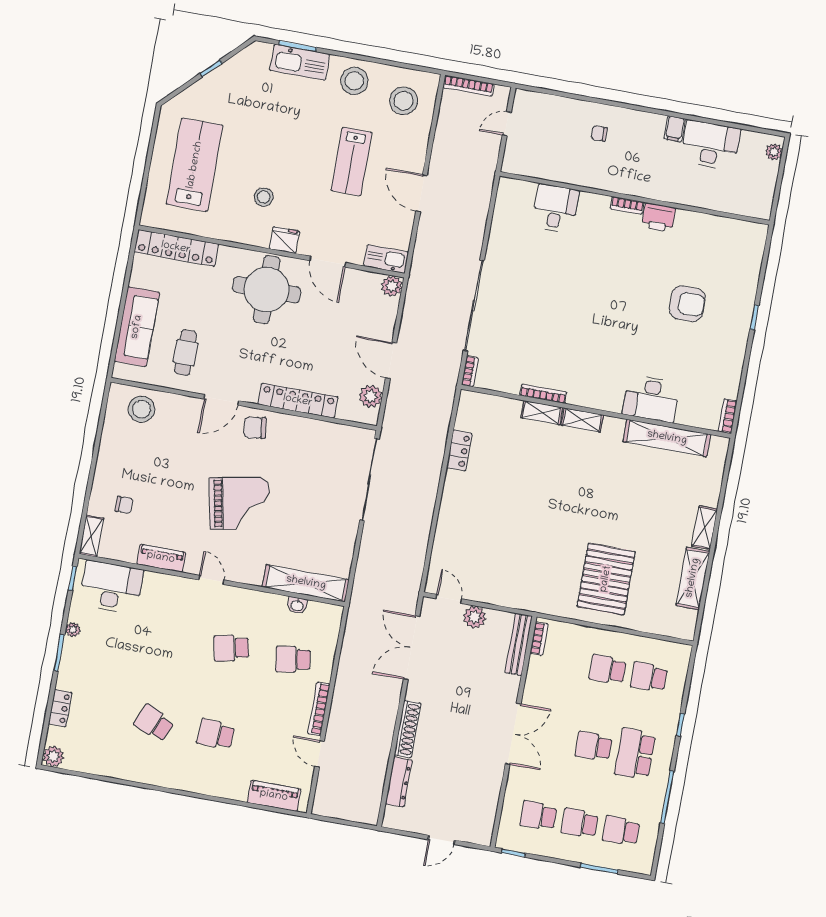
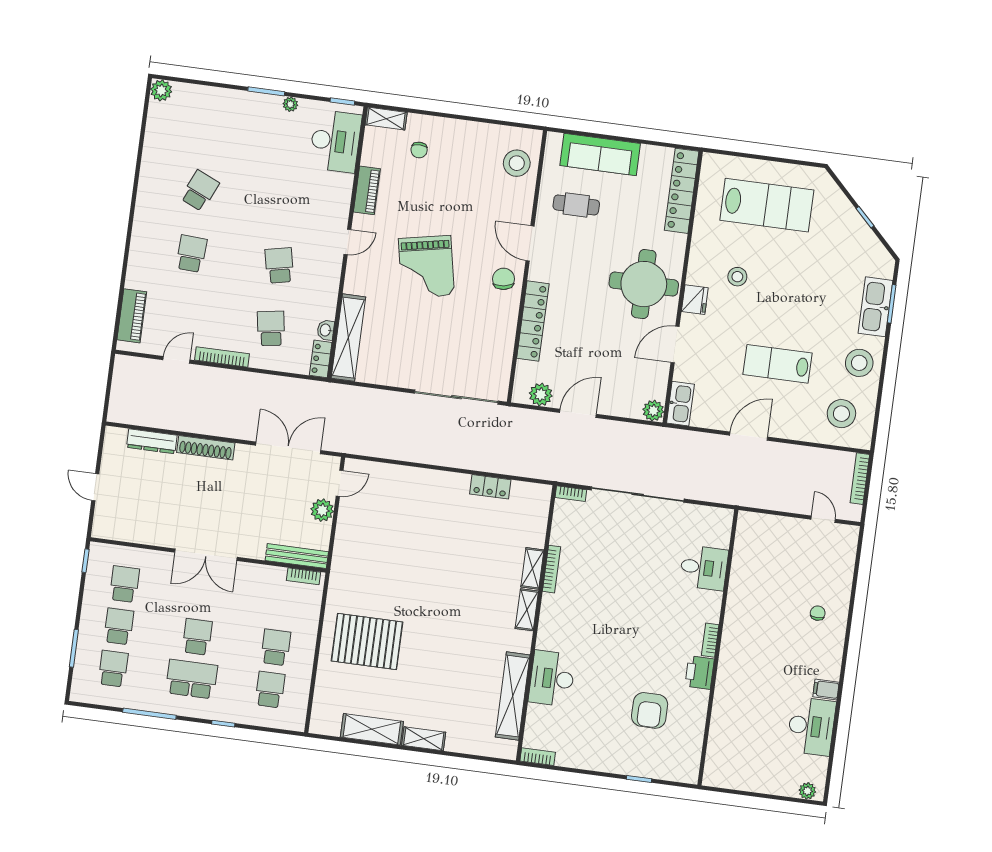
wall: (635, 198) -> (718, 647), moved
bookcase: (627, 205) -> (710, 640), moved
desk: (555, 208) -> (704, 568), moved
printer: (659, 217) -> (700, 673), moved
locker: (60, 708) -> (321, 359), moved, turned 90

